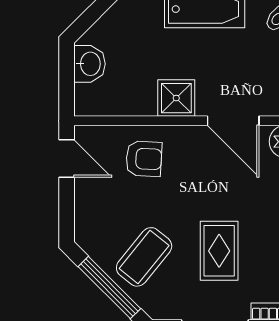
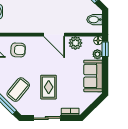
shower: (176, 98) -> (31, 25), removed

